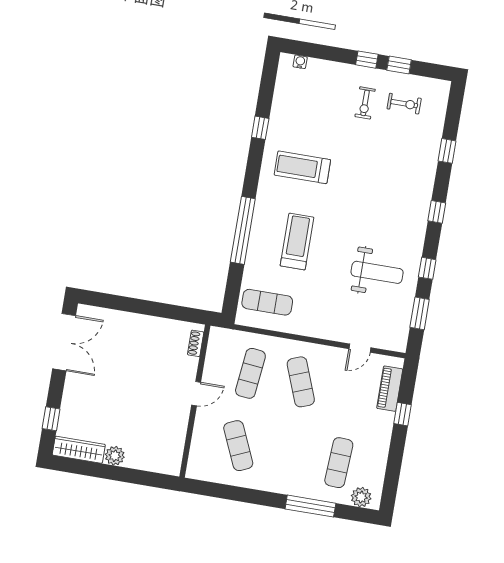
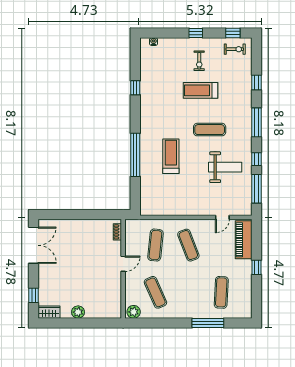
window: (399, 65) -> (233, 33), moved
exercise bike: (404, 104) -> (235, 49), moved
treadmill: (302, 167) -> (200, 90), moved
window: (437, 212) -> (257, 122), width x2.17
exercise mat: (267, 302) -> (210, 130), moved
window: (420, 313) -> (257, 189), width x1.44
piano: (390, 389) -> (244, 240), width x1.37, depth x1.33
window: (402, 414) -> (257, 267), moved
wardrobe: (79, 450) -> (49, 312), width x0.67
plant: (361, 497) -> (134, 312), moved

